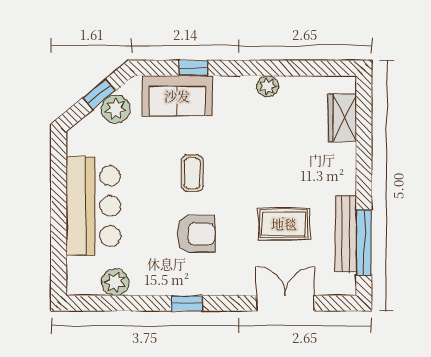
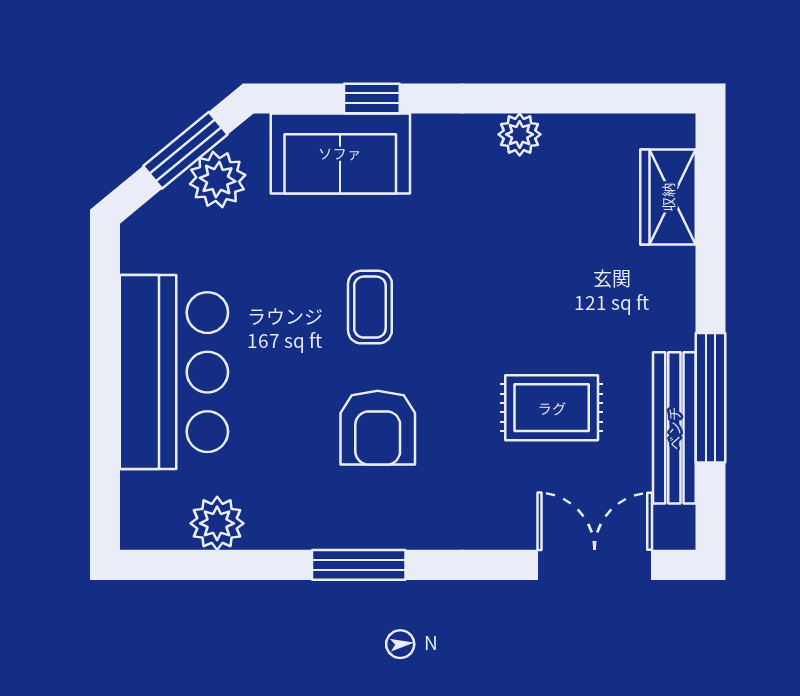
window: (99, 94) -> (185, 150), width x1.50
armchair: (196, 234) -> (378, 428), turned 90
window: (364, 242) -> (710, 398), moved
window: (187, 303) -> (359, 565), width x1.50
double door: (285, 303) -> (595, 565), moved

